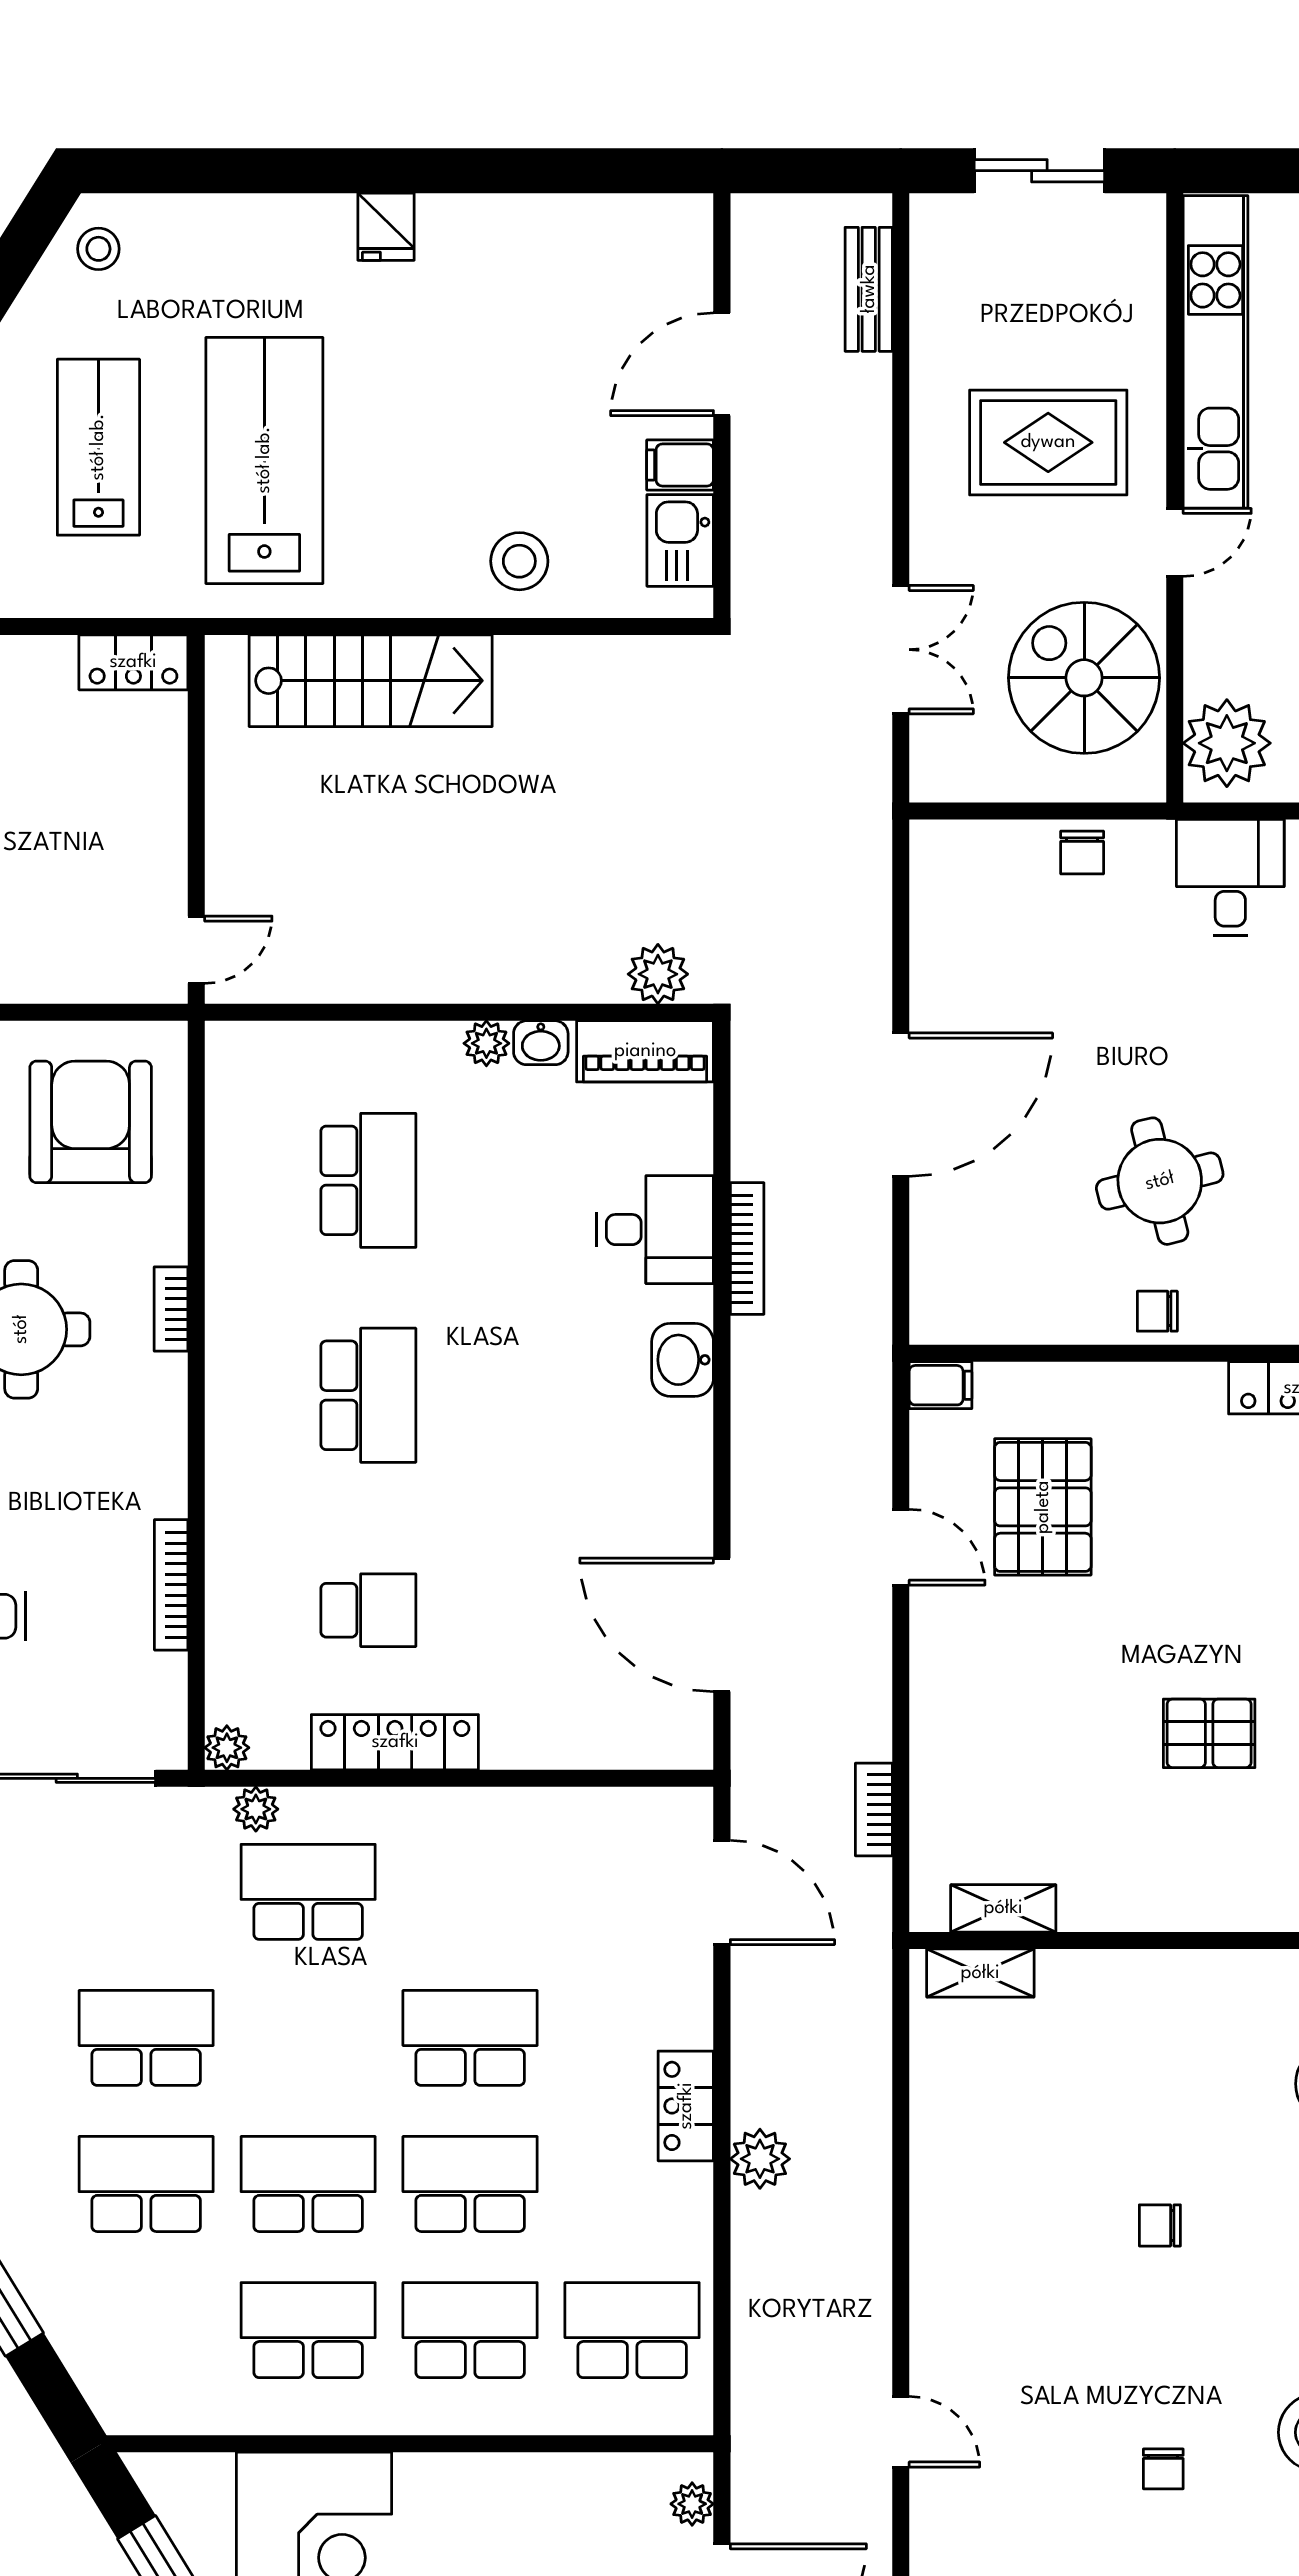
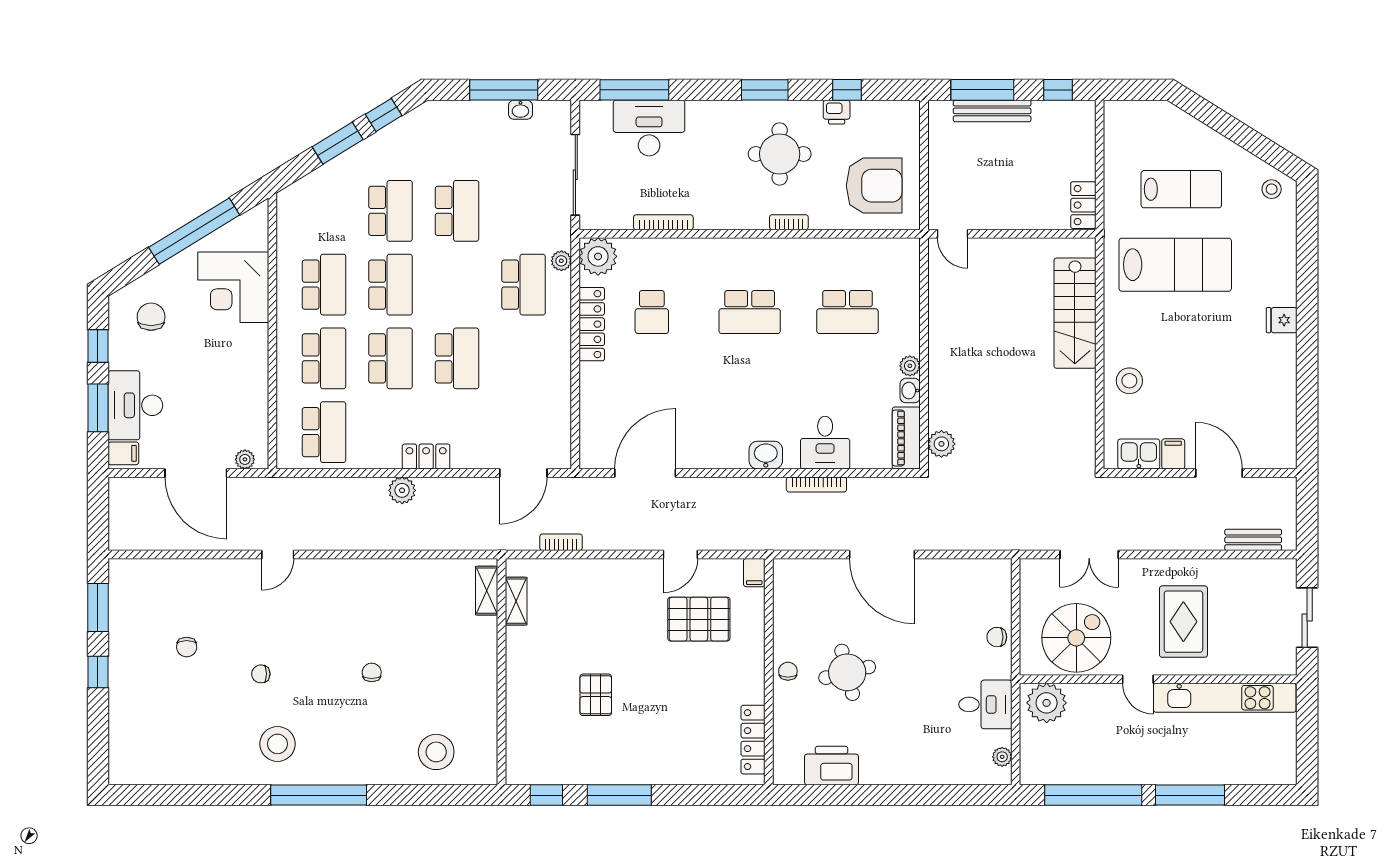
plant: (227, 1748) -> (598, 256), width x1.88, depth x1.88

